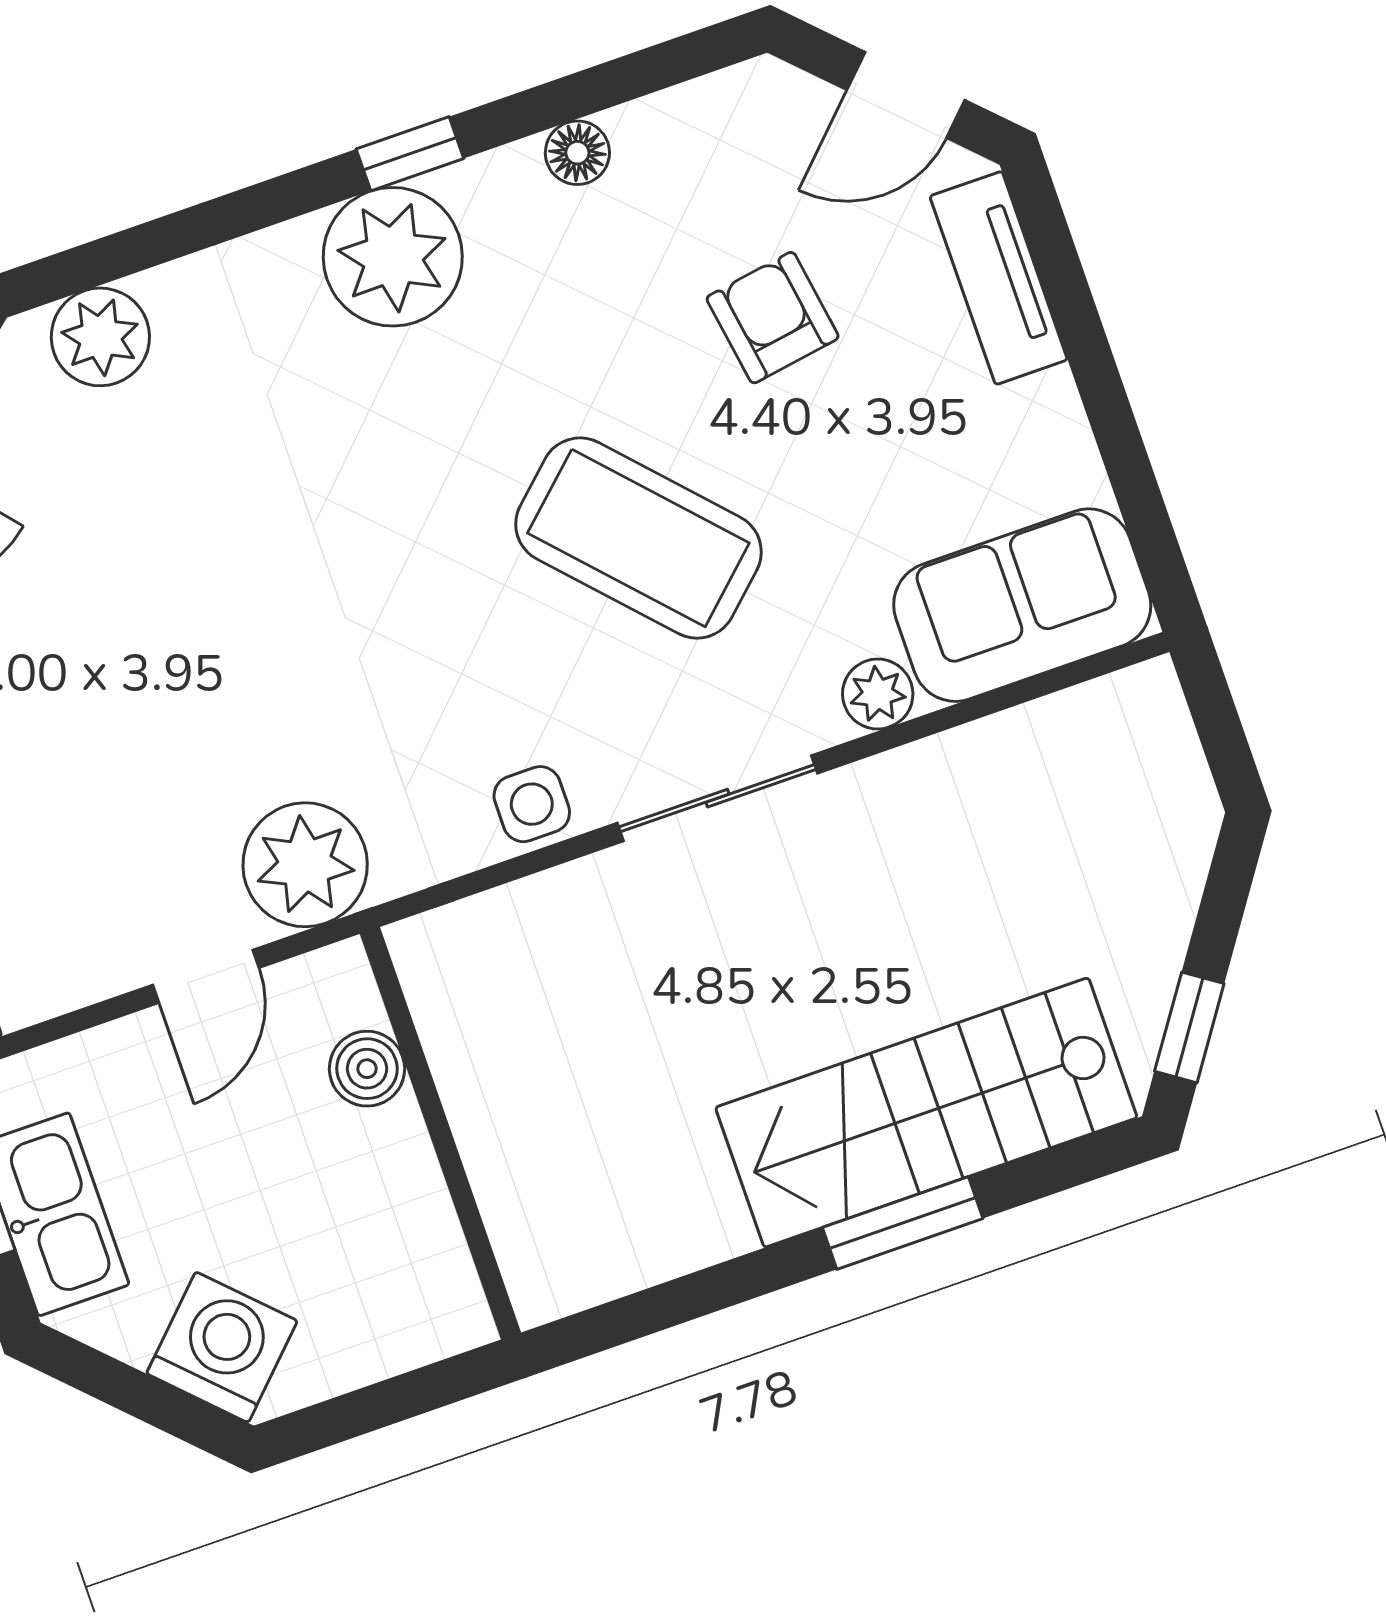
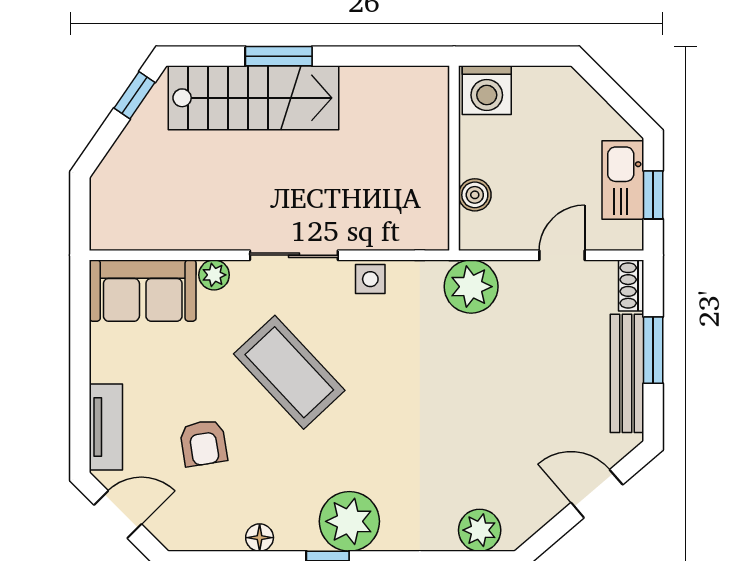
door: (206, 976) -> (562, 255), moved
washing machine: (222, 1347) -> (487, 90), moved, turned -45

